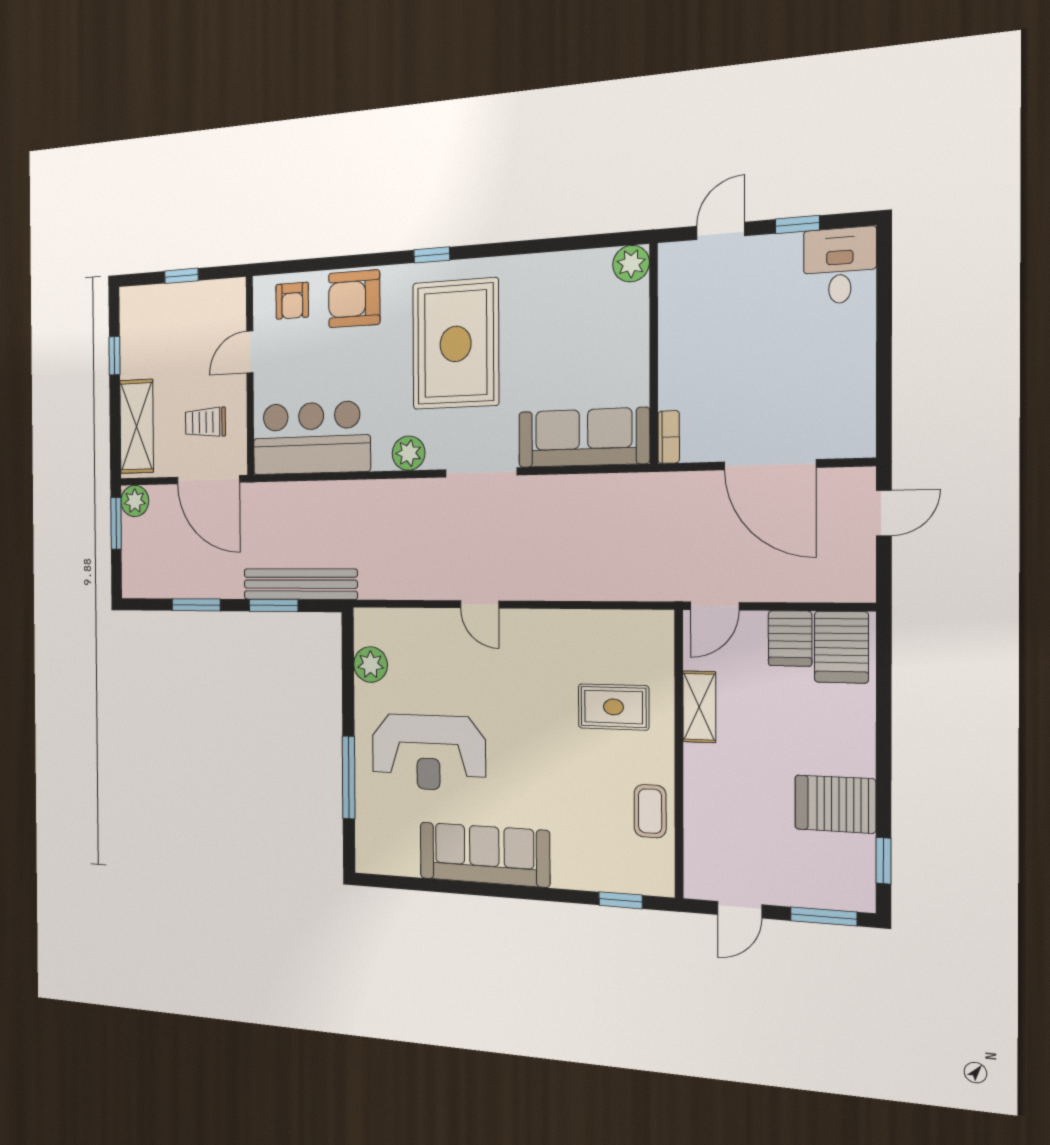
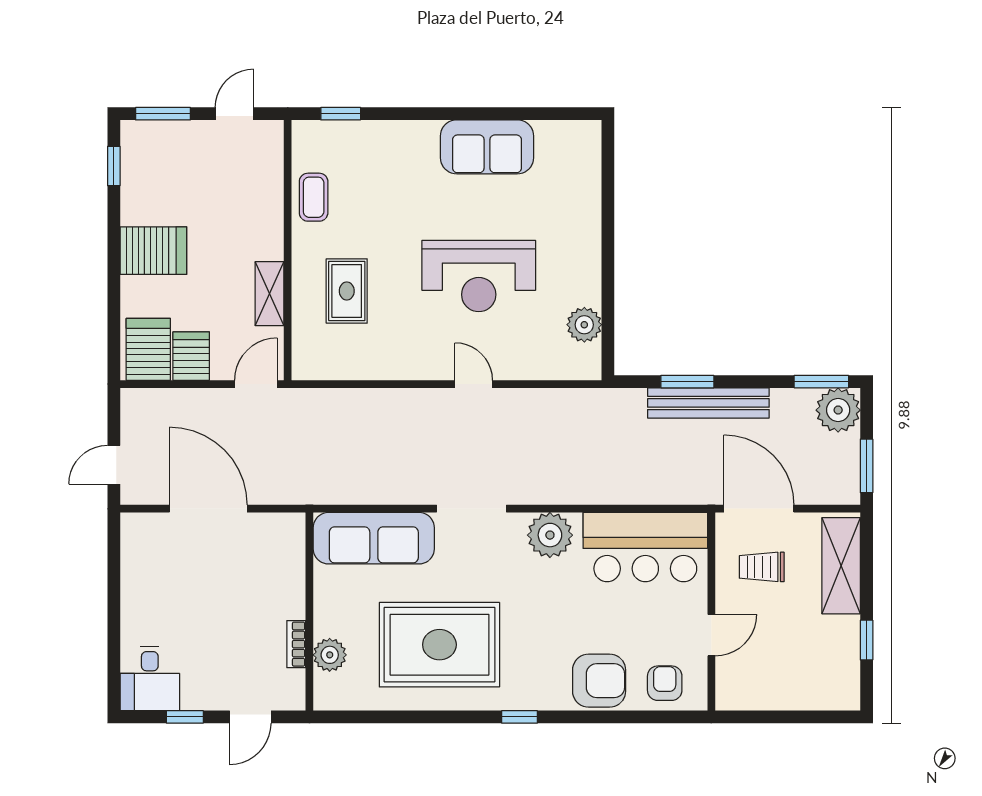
plant: (631, 264) -> (330, 655), moved
window: (181, 276) -> (788, 717), removed
rug: (456, 344) -> (439, 645), moved, turned 90
trolley: (205, 422) -> (762, 567), turned 180
bookcase: (669, 437) -> (296, 644), moved
plant: (409, 453) -> (550, 535), width x1.36, depth x1.36
plant: (135, 501) -> (838, 410), moved, width x1.36, depth x1.36
bench: (300, 584) -> (708, 403), moved
window: (196, 605) -> (821, 382), moved
rug: (613, 707) -> (347, 291), turned 90
reception desk: (428, 752) -> (479, 276), moved, turned 180
window: (349, 777) -> (608, 213), removed
server rack: (835, 804) -> (153, 251), moved
sofa: (484, 855) -> (487, 147), width x0.73

